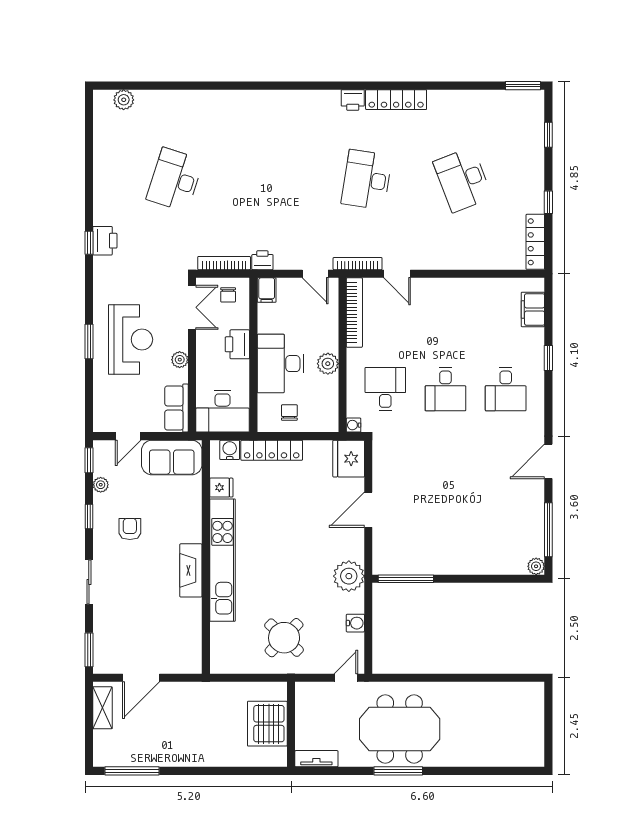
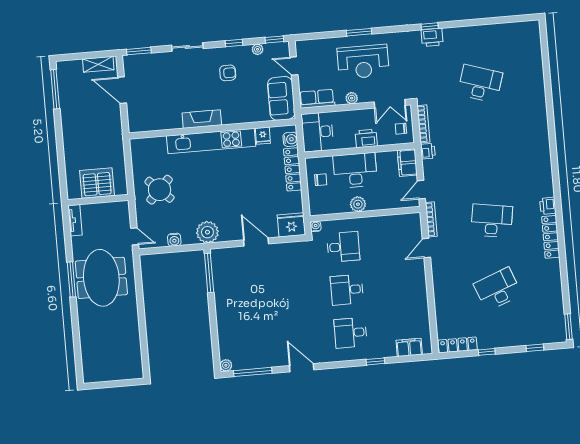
plant: (124, 100) -> (534, 42), removed
filing cabinet: (267, 290) -> (407, 163), width x2.00
bookcase: (354, 313) -> (396, 220), removed

